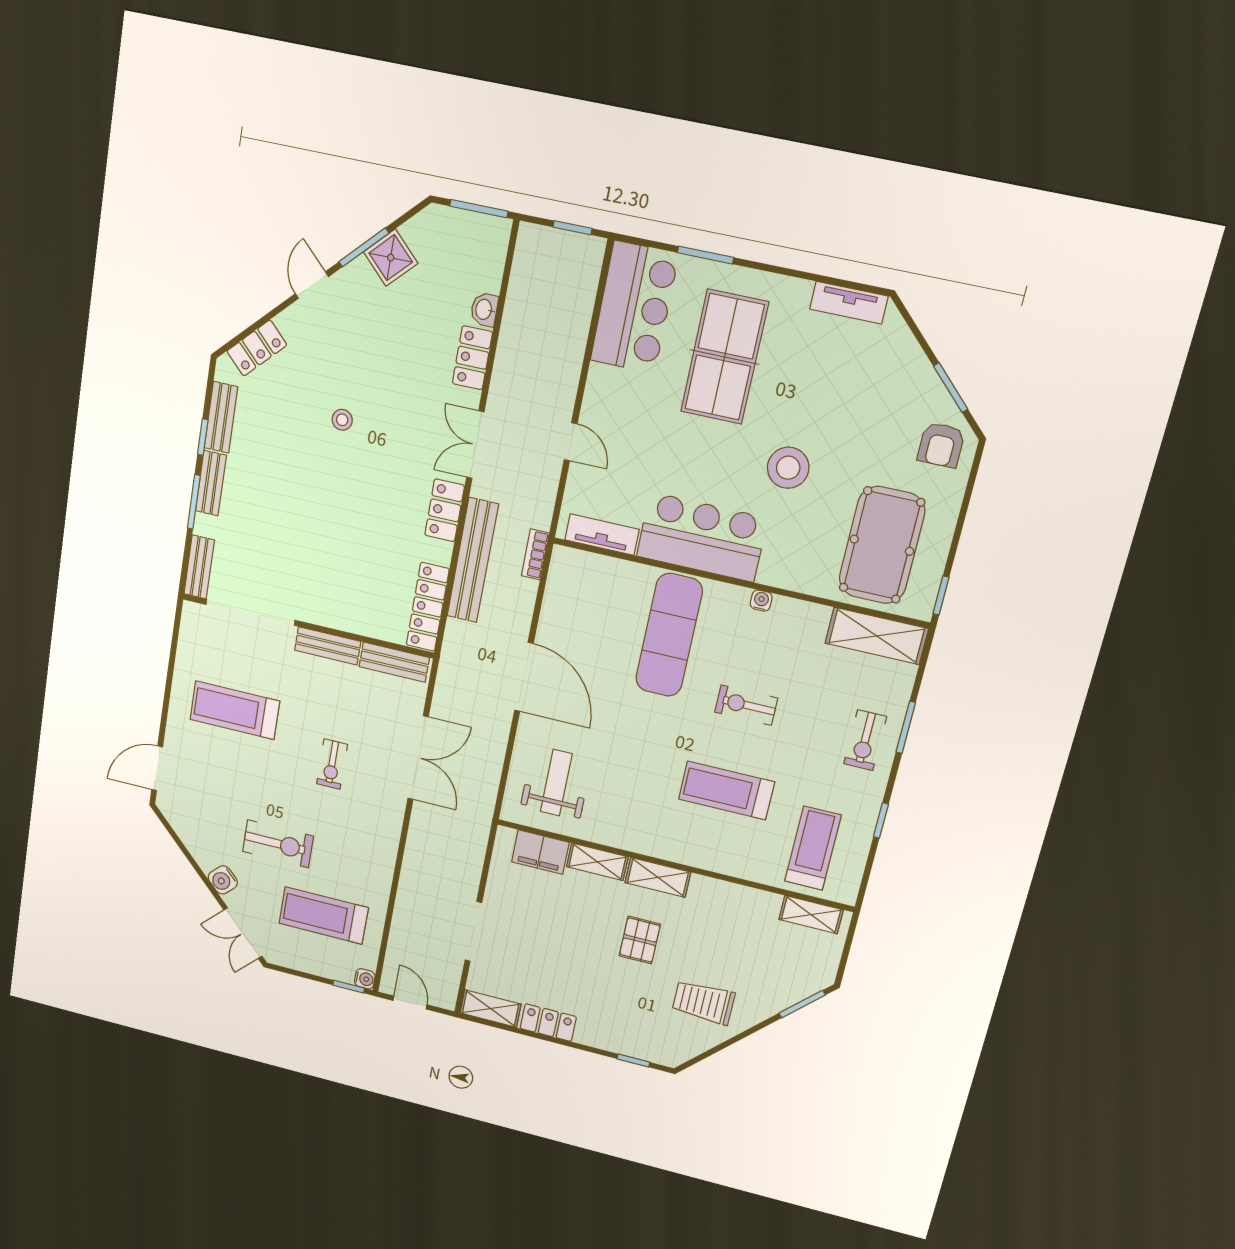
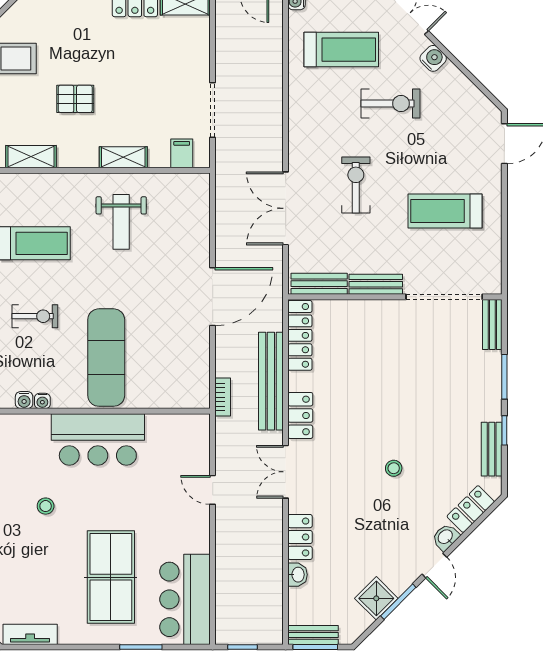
washbasin: (292, 319) -> (446, 537), added
double door: (475, 445) -> (286, 472), swing flipped
stool: (788, 468) -> (46, 506), width x0.53, depth x0.53
bench: (211, 483) -> (313, 635), moved, turned 90
tv unit: (602, 535) -> (174, 424), removed
water cooler: (784, 607) -> (24, 400), added
door: (524, 677) -> (213, 297), swing flipped
treadmill: (235, 710) -> (445, 211), turned 180
exercise bike: (332, 764) -> (356, 185), width x1.38, depth x1.39
weight bench: (556, 783) -> (121, 222), moved
exercise bike: (278, 844) -> (390, 104), turned 180
filing cabinet: (540, 852) -> (182, 153), width x0.50
shelving: (658, 877) -> (31, 157), moved
doorway: (473, 931) -> (213, 110), moved
pallet: (640, 940) -> (75, 99), turned 90

